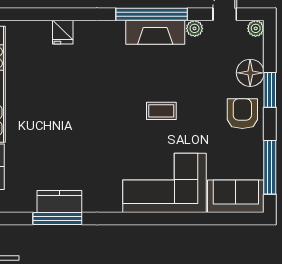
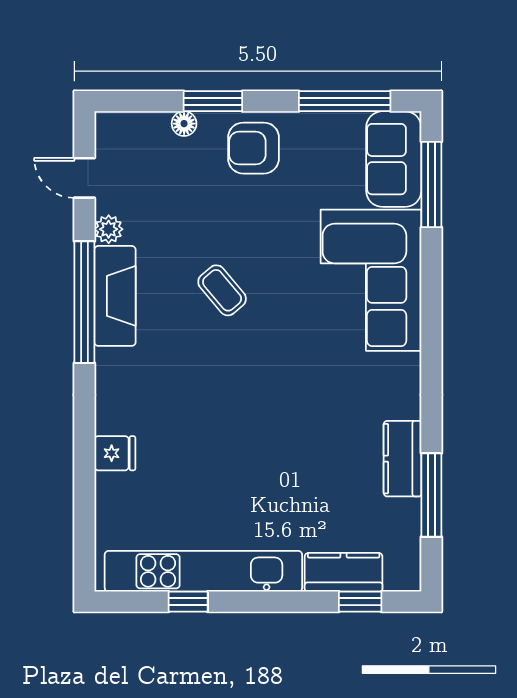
plant: (256, 28) -> (109, 125), removed
floor lamp: (250, 73) -> (184, 124), width x0.53, depth x0.53
coffee table: (161, 111) -> (222, 290), moved, turned -40
window: (57, 218) -> (431, 495), moved
window: (221, 218) -> (431, 185), added

